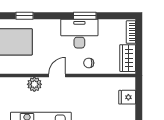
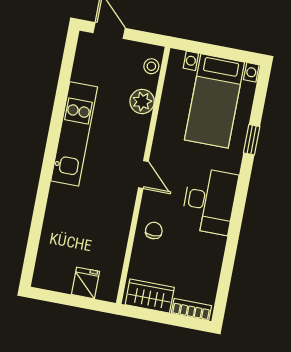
window: (85, 16) -> (233, 239), removed
desk: (79, 34) -> (209, 201), moved
plant: (34, 84) -> (142, 101), moved

